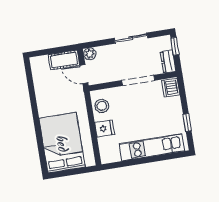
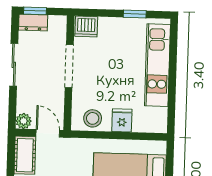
dresser: (168, 61) -> (33, 23), moved
door: (84, 74) -> (48, 133), swing flipped

